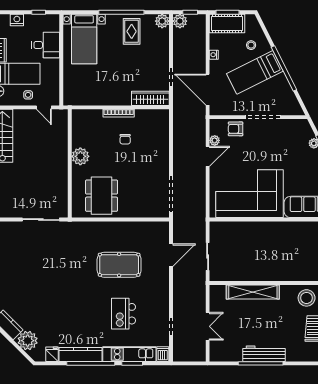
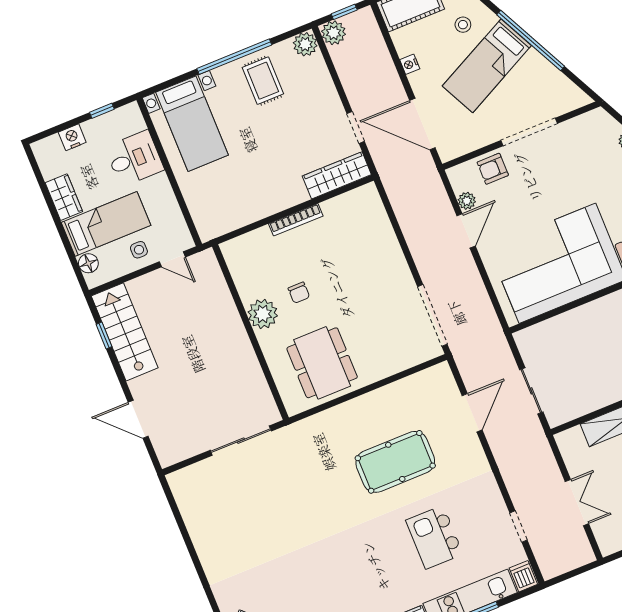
chair: (125, 139) -> (299, 293), moved

